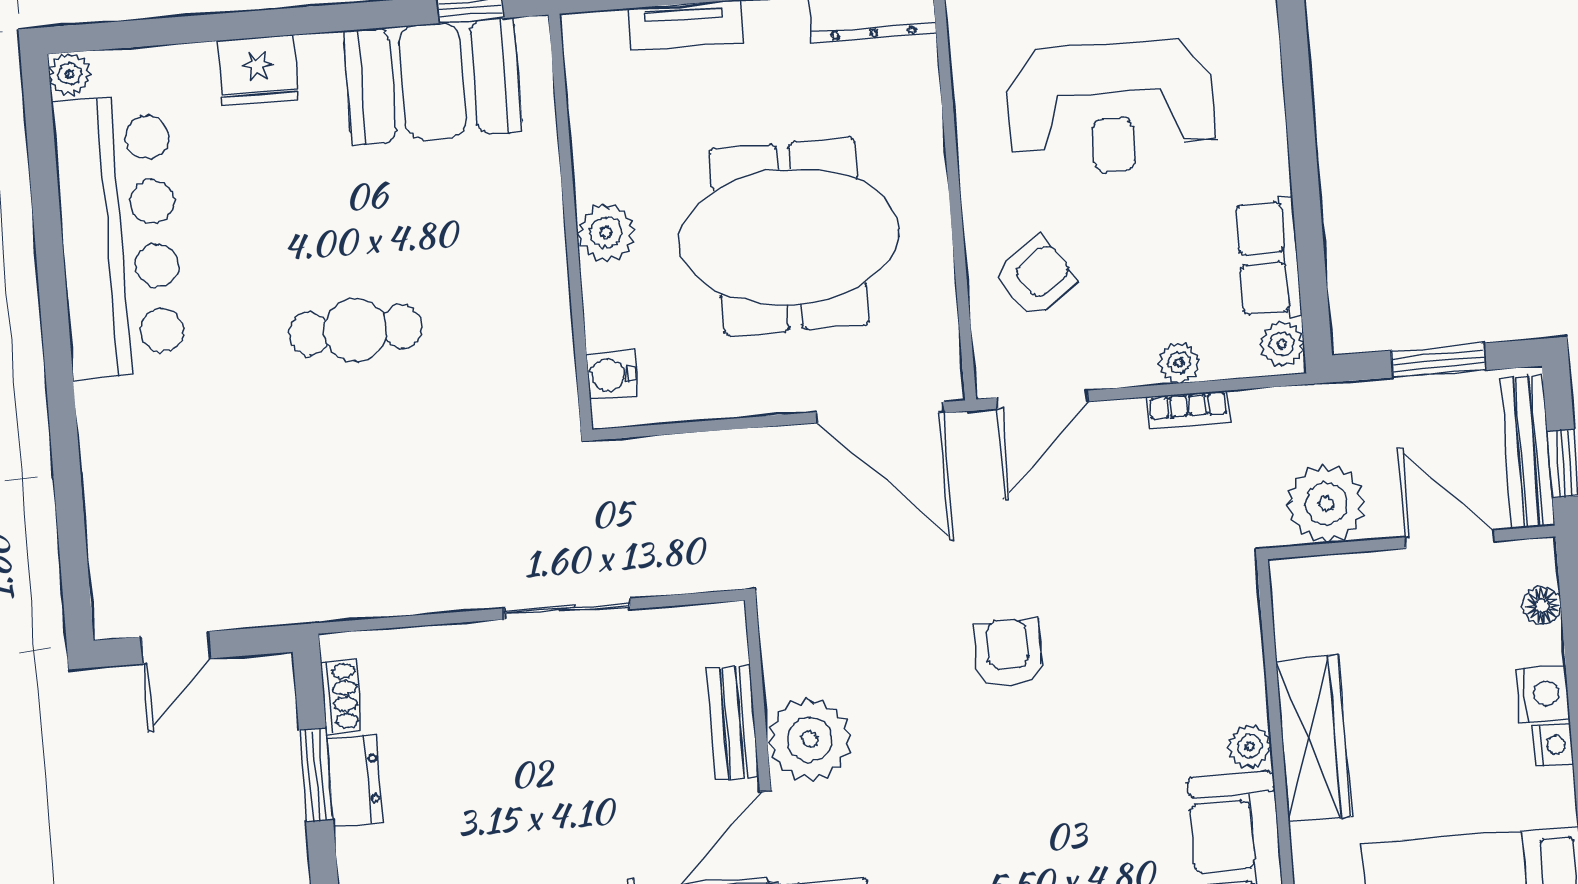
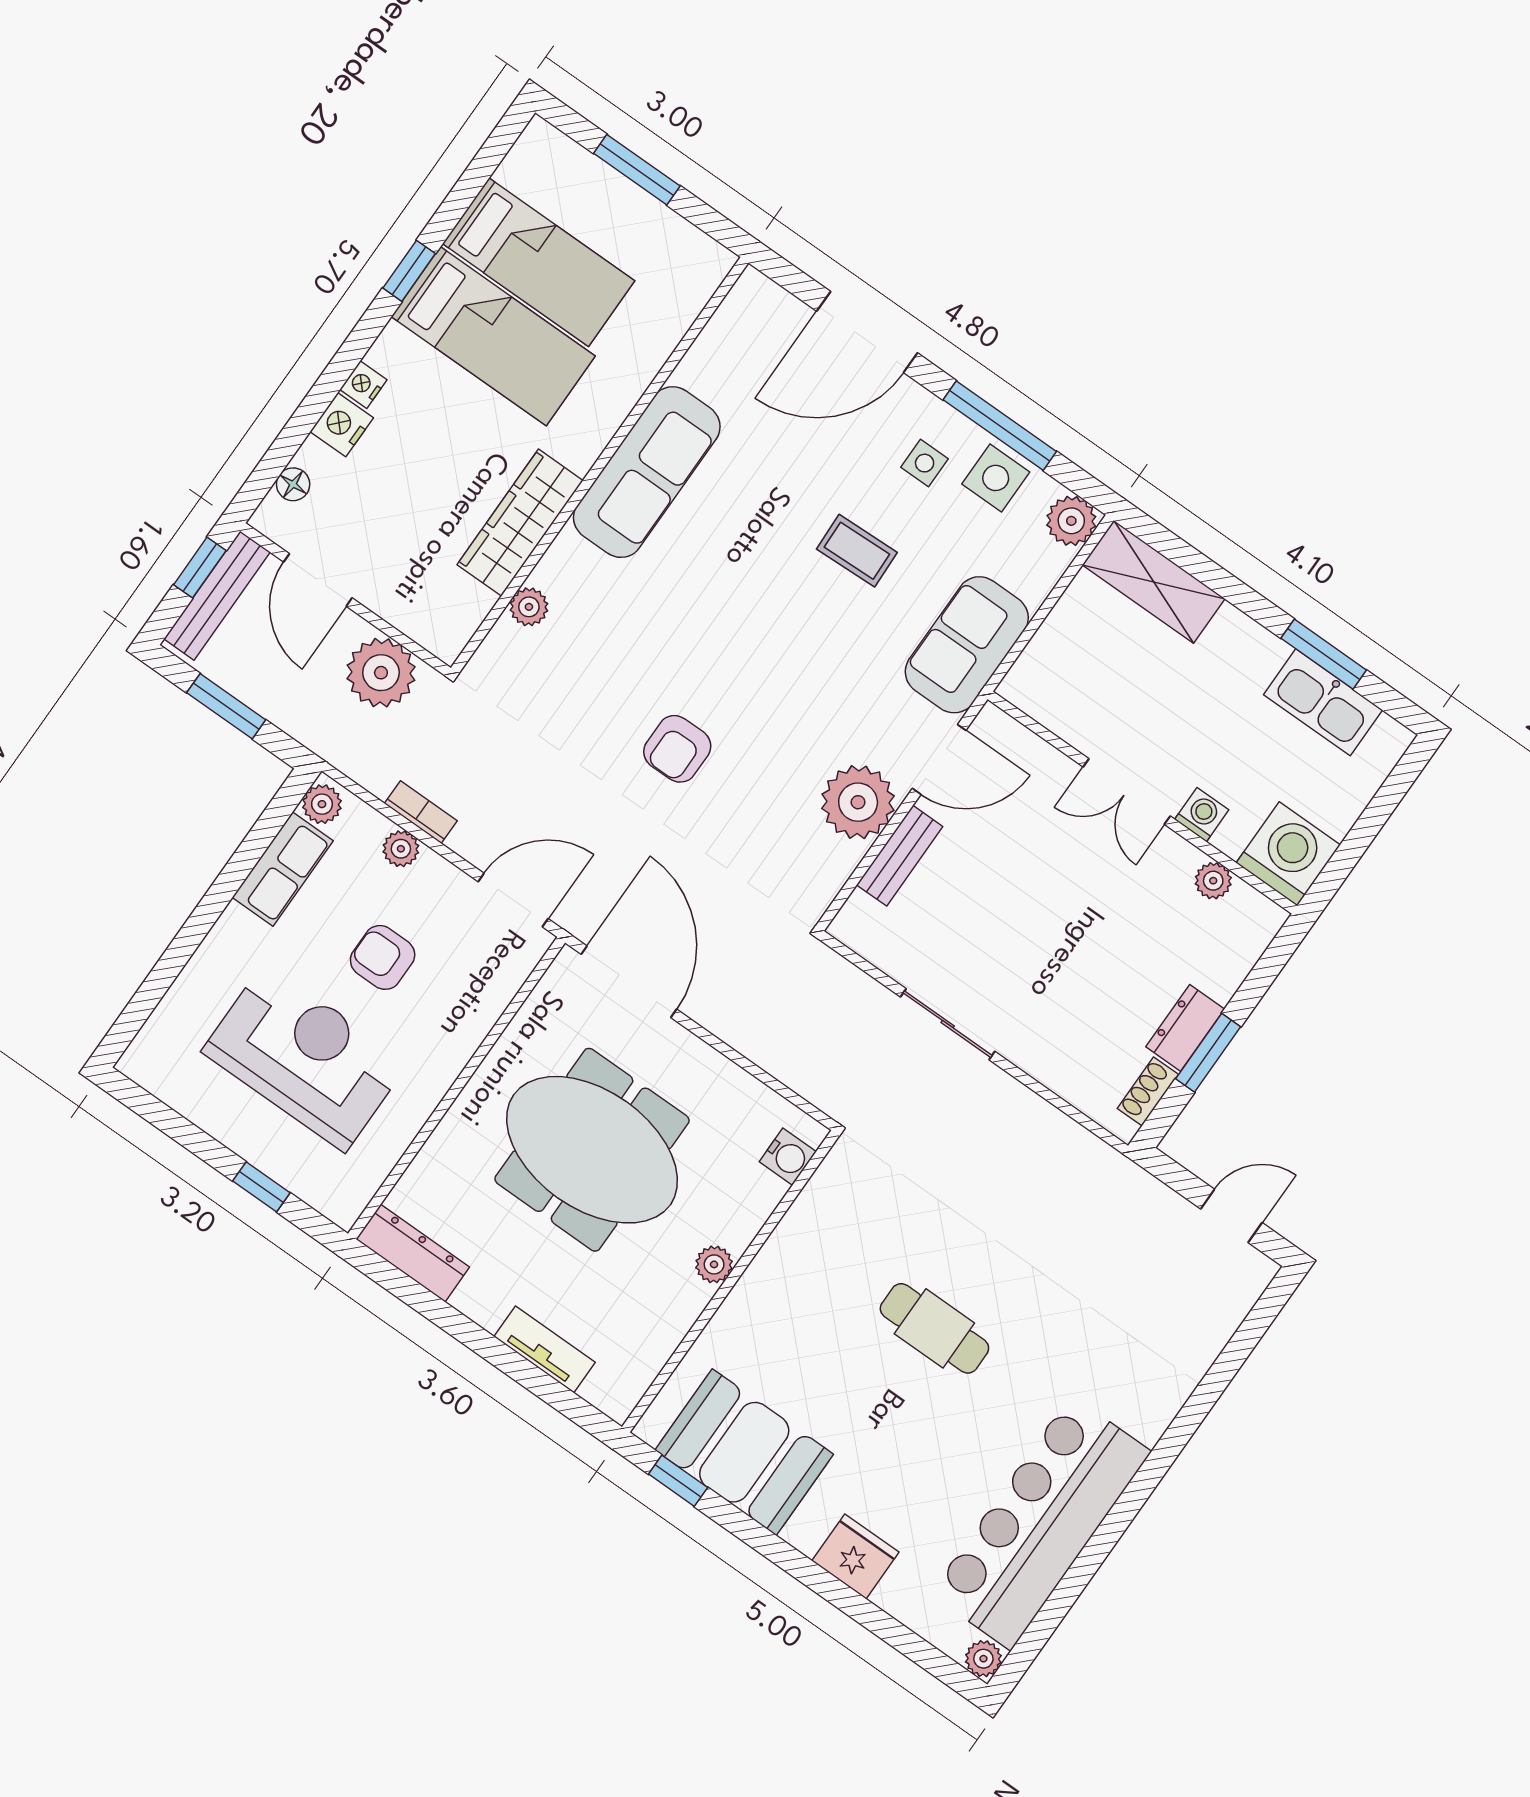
plant: (606, 232) -> (714, 1264), width x0.73, depth x0.73
armchair: (1036, 277) -> (383, 957), moved, turned 35
plant: (1250, 746) -> (529, 607), moved

